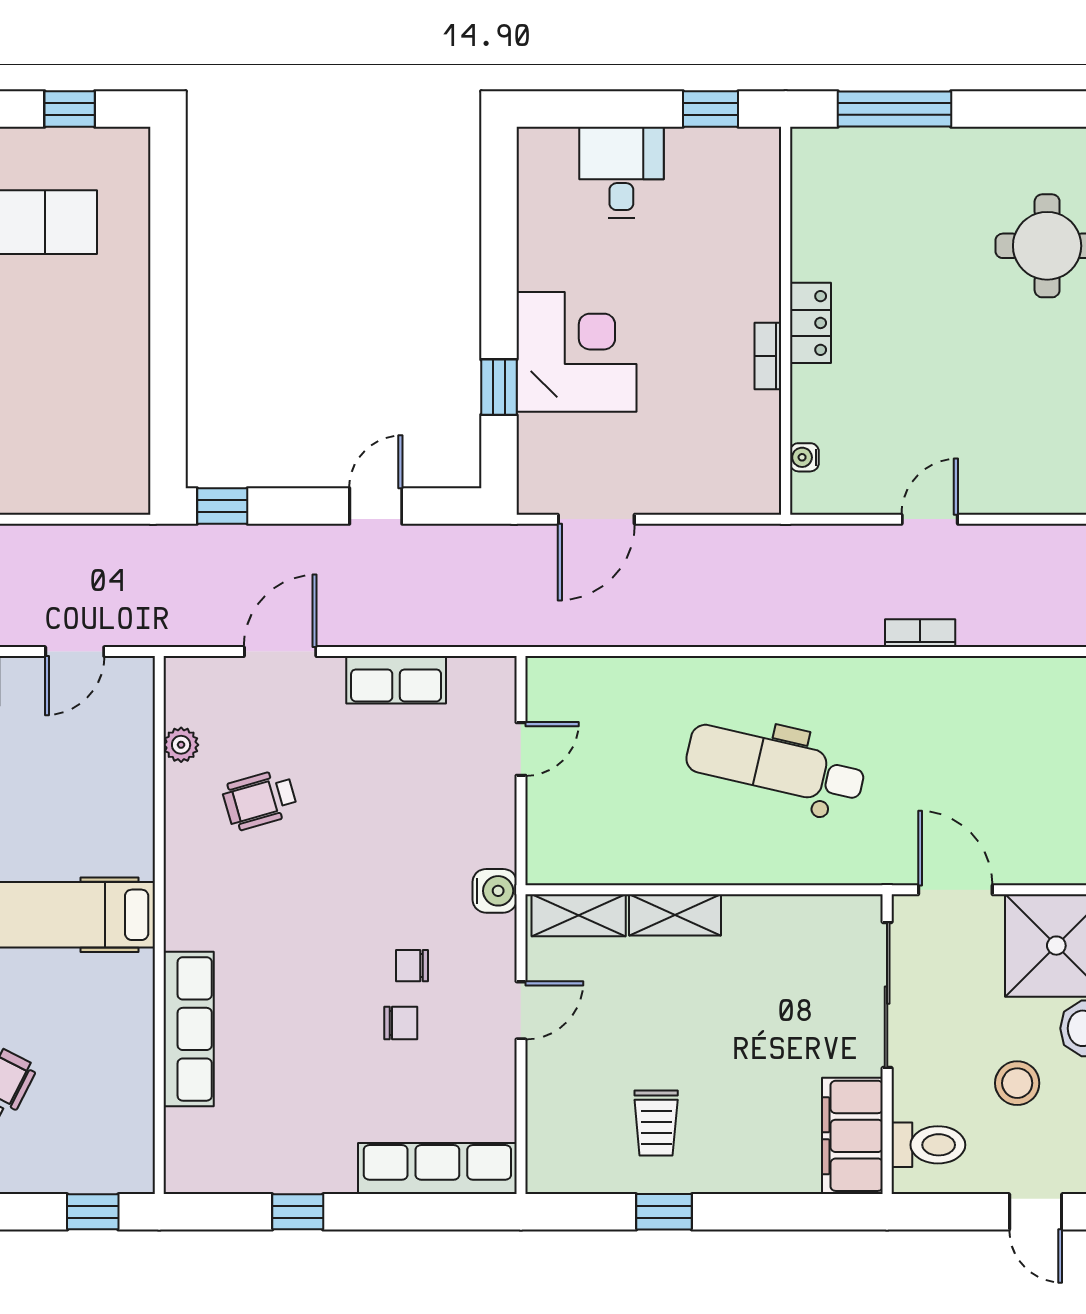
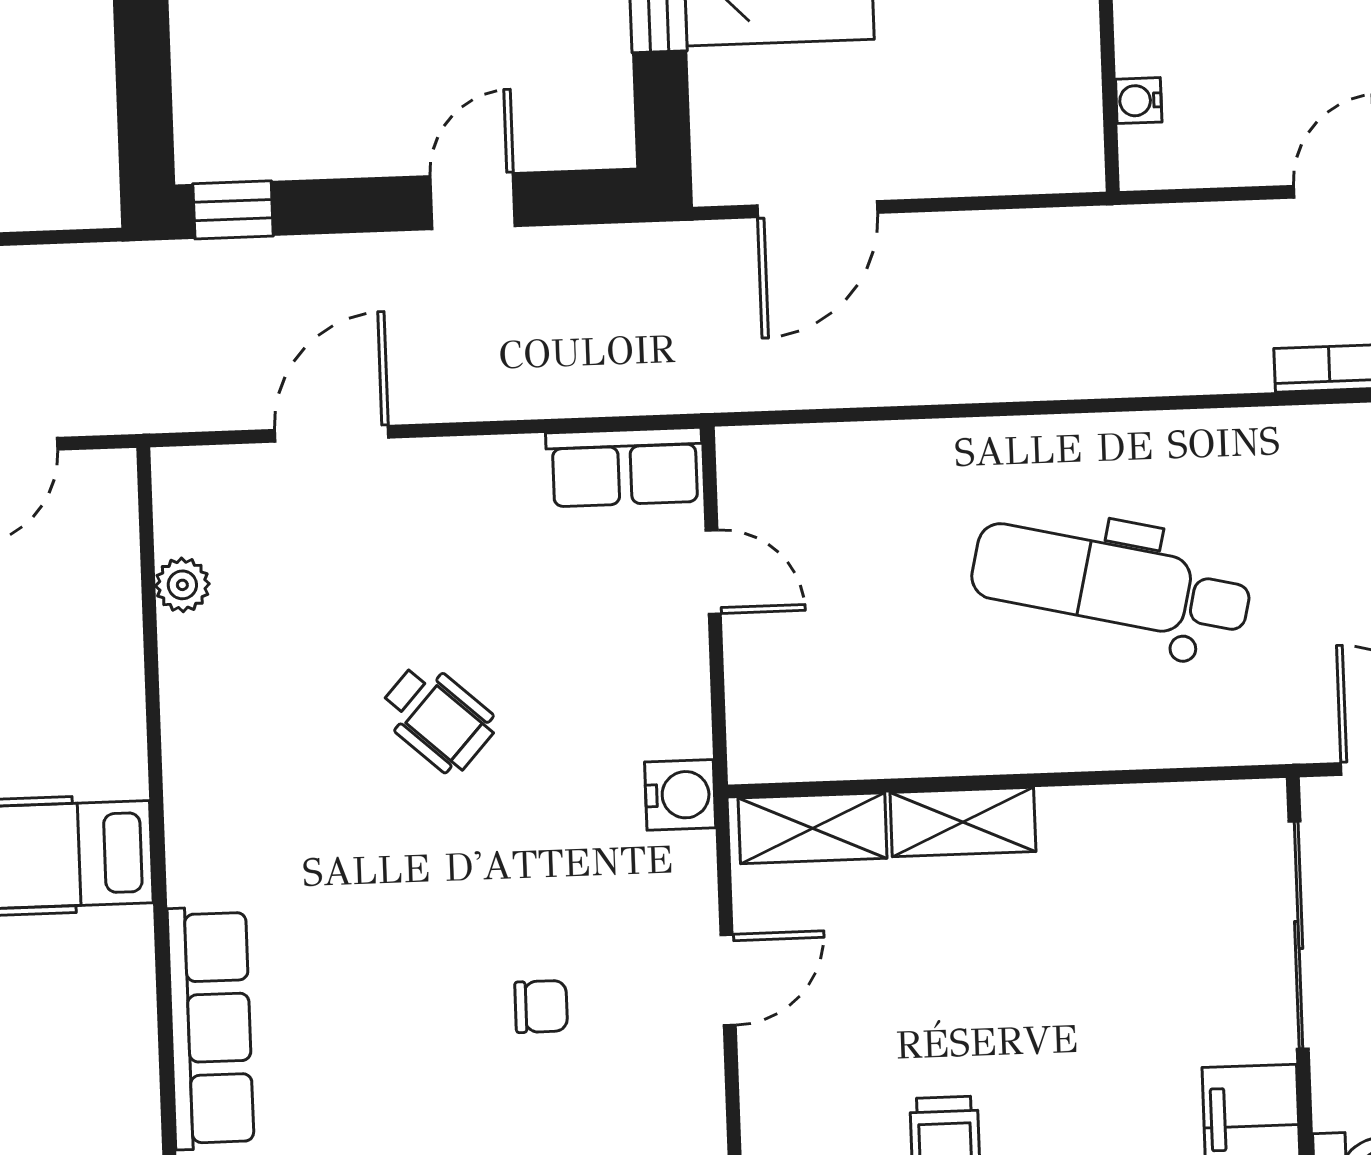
row of seats: (396, 680) -> (625, 467), moved
door: (521, 749) -> (713, 572), hinge flipped
wheelchair: (260, 800) -> (437, 718), moved, turned -122
chair: (412, 966) -> (555, 916), removed

